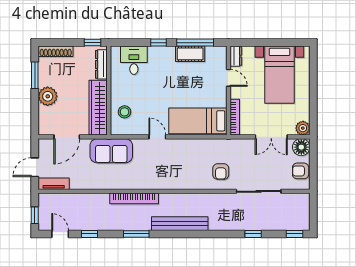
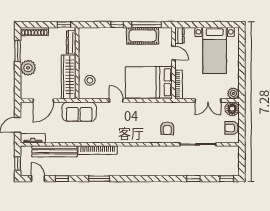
cot: (190, 54) -> (143, 36), width x1.37, depth x1.34
desk: (134, 60) -> (97, 39), removed
bed: (198, 121) -> (149, 82), width x1.50
bench: (180, 224) -> (54, 151), moved

